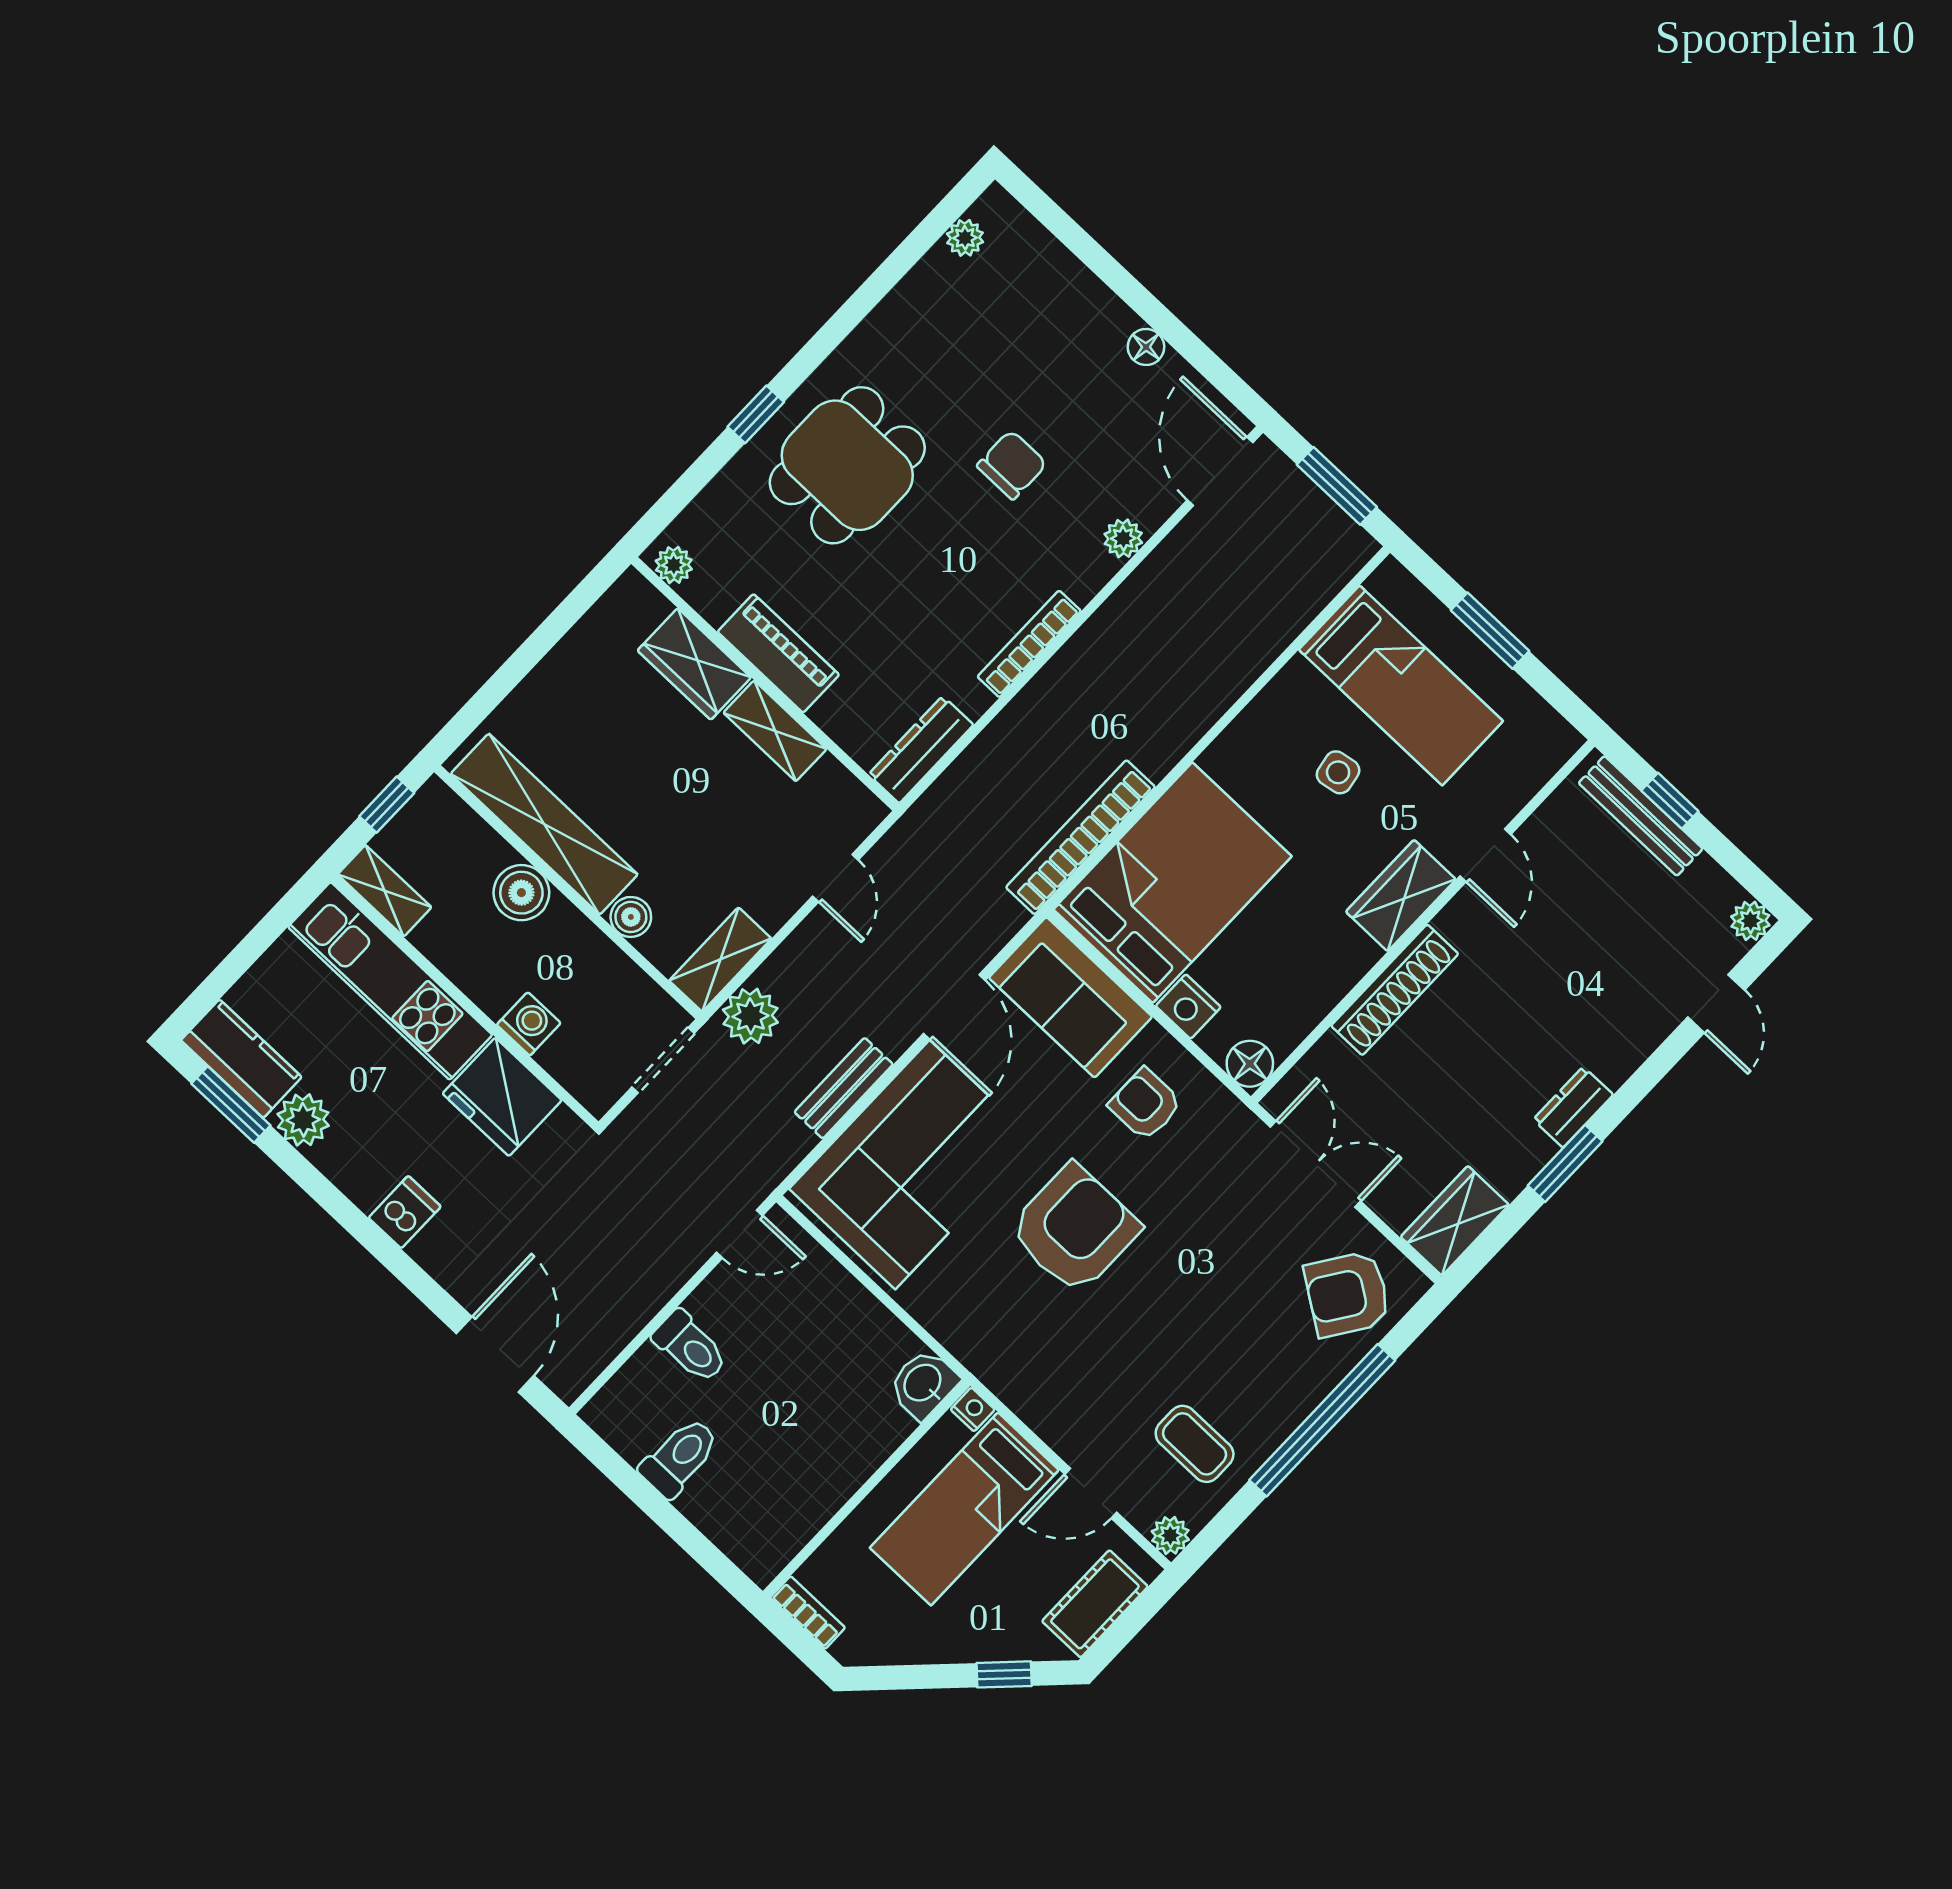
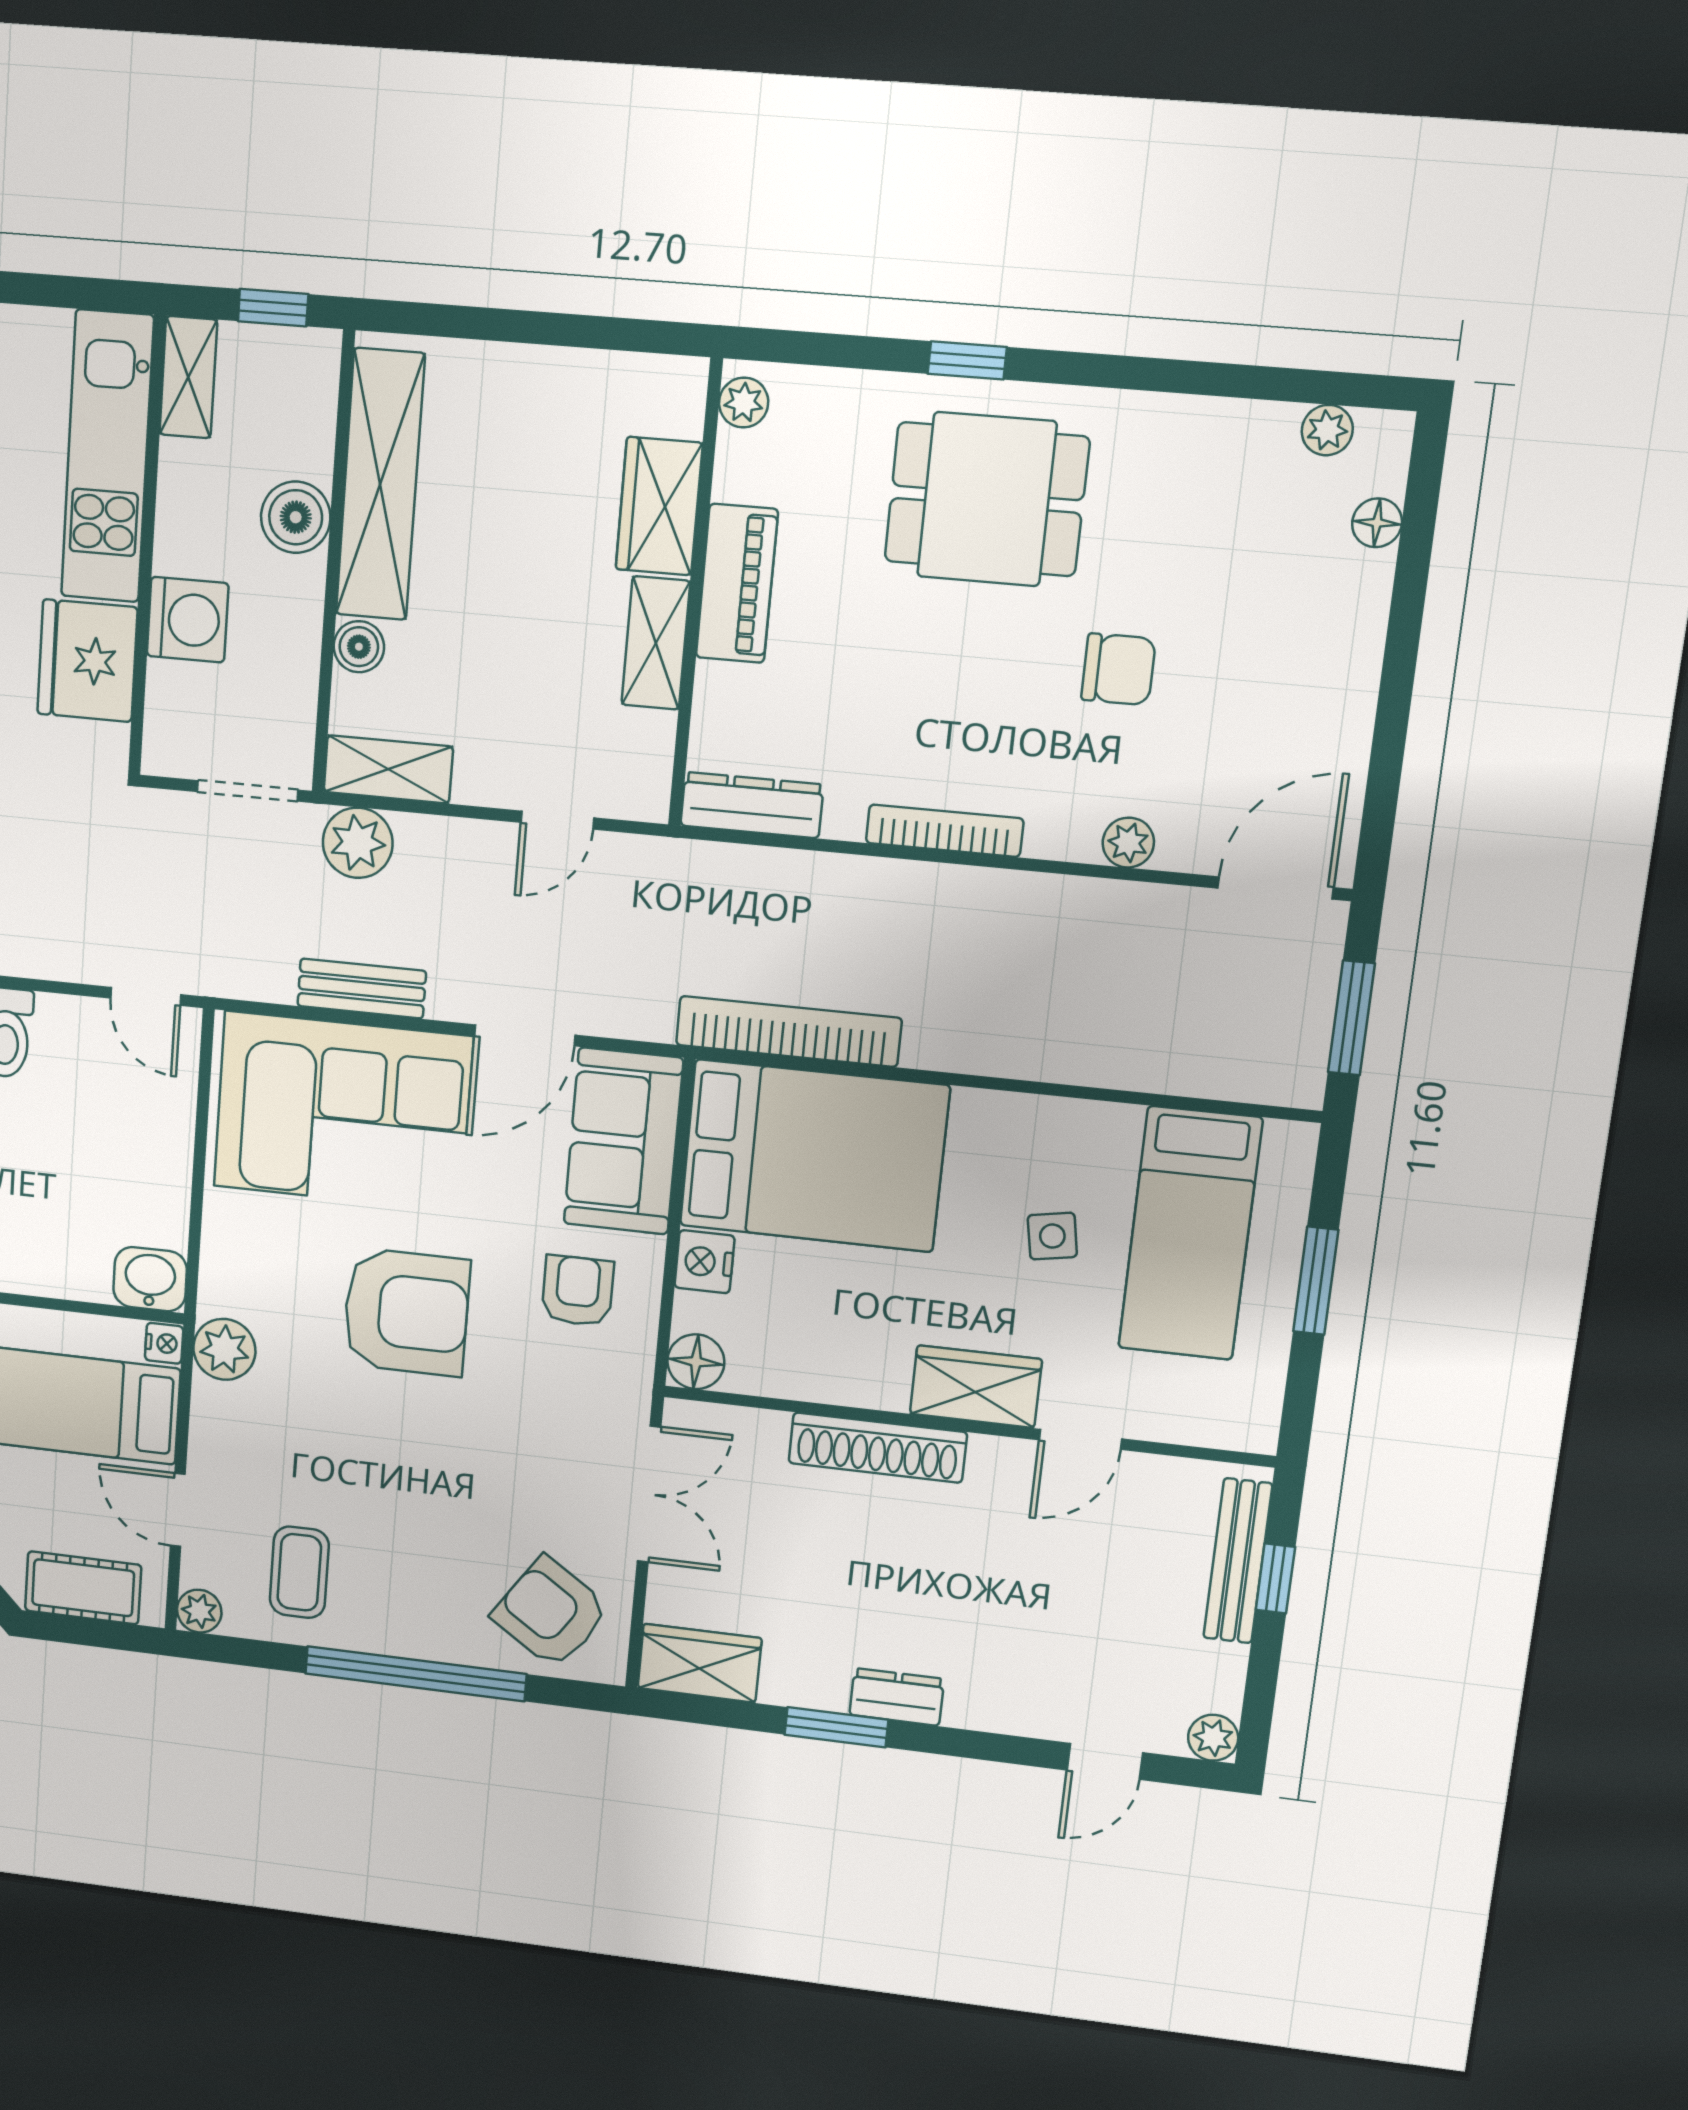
floor lamp: (1146, 347) -> (1377, 523), moved
washing machine: (529, 1024) -> (188, 620), width x1.38, depth x1.38
plant: (1007, 1372) -> (224, 1349), added

